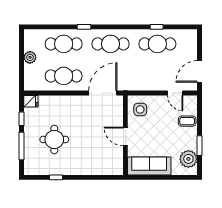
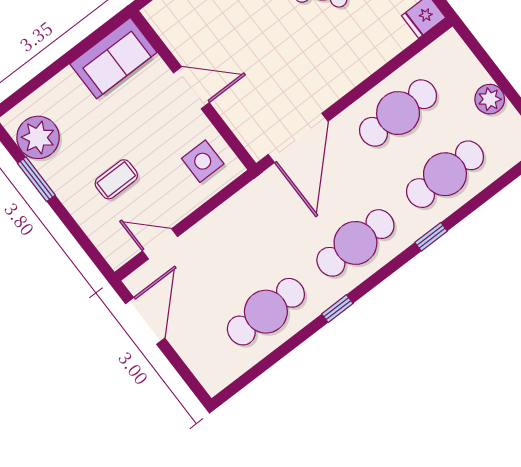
window: (157, 27) -> (337, 309), moved
coffee table: (187, 121) -> (116, 179), moved
sofa: (149, 166) -> (113, 58), width x0.73

